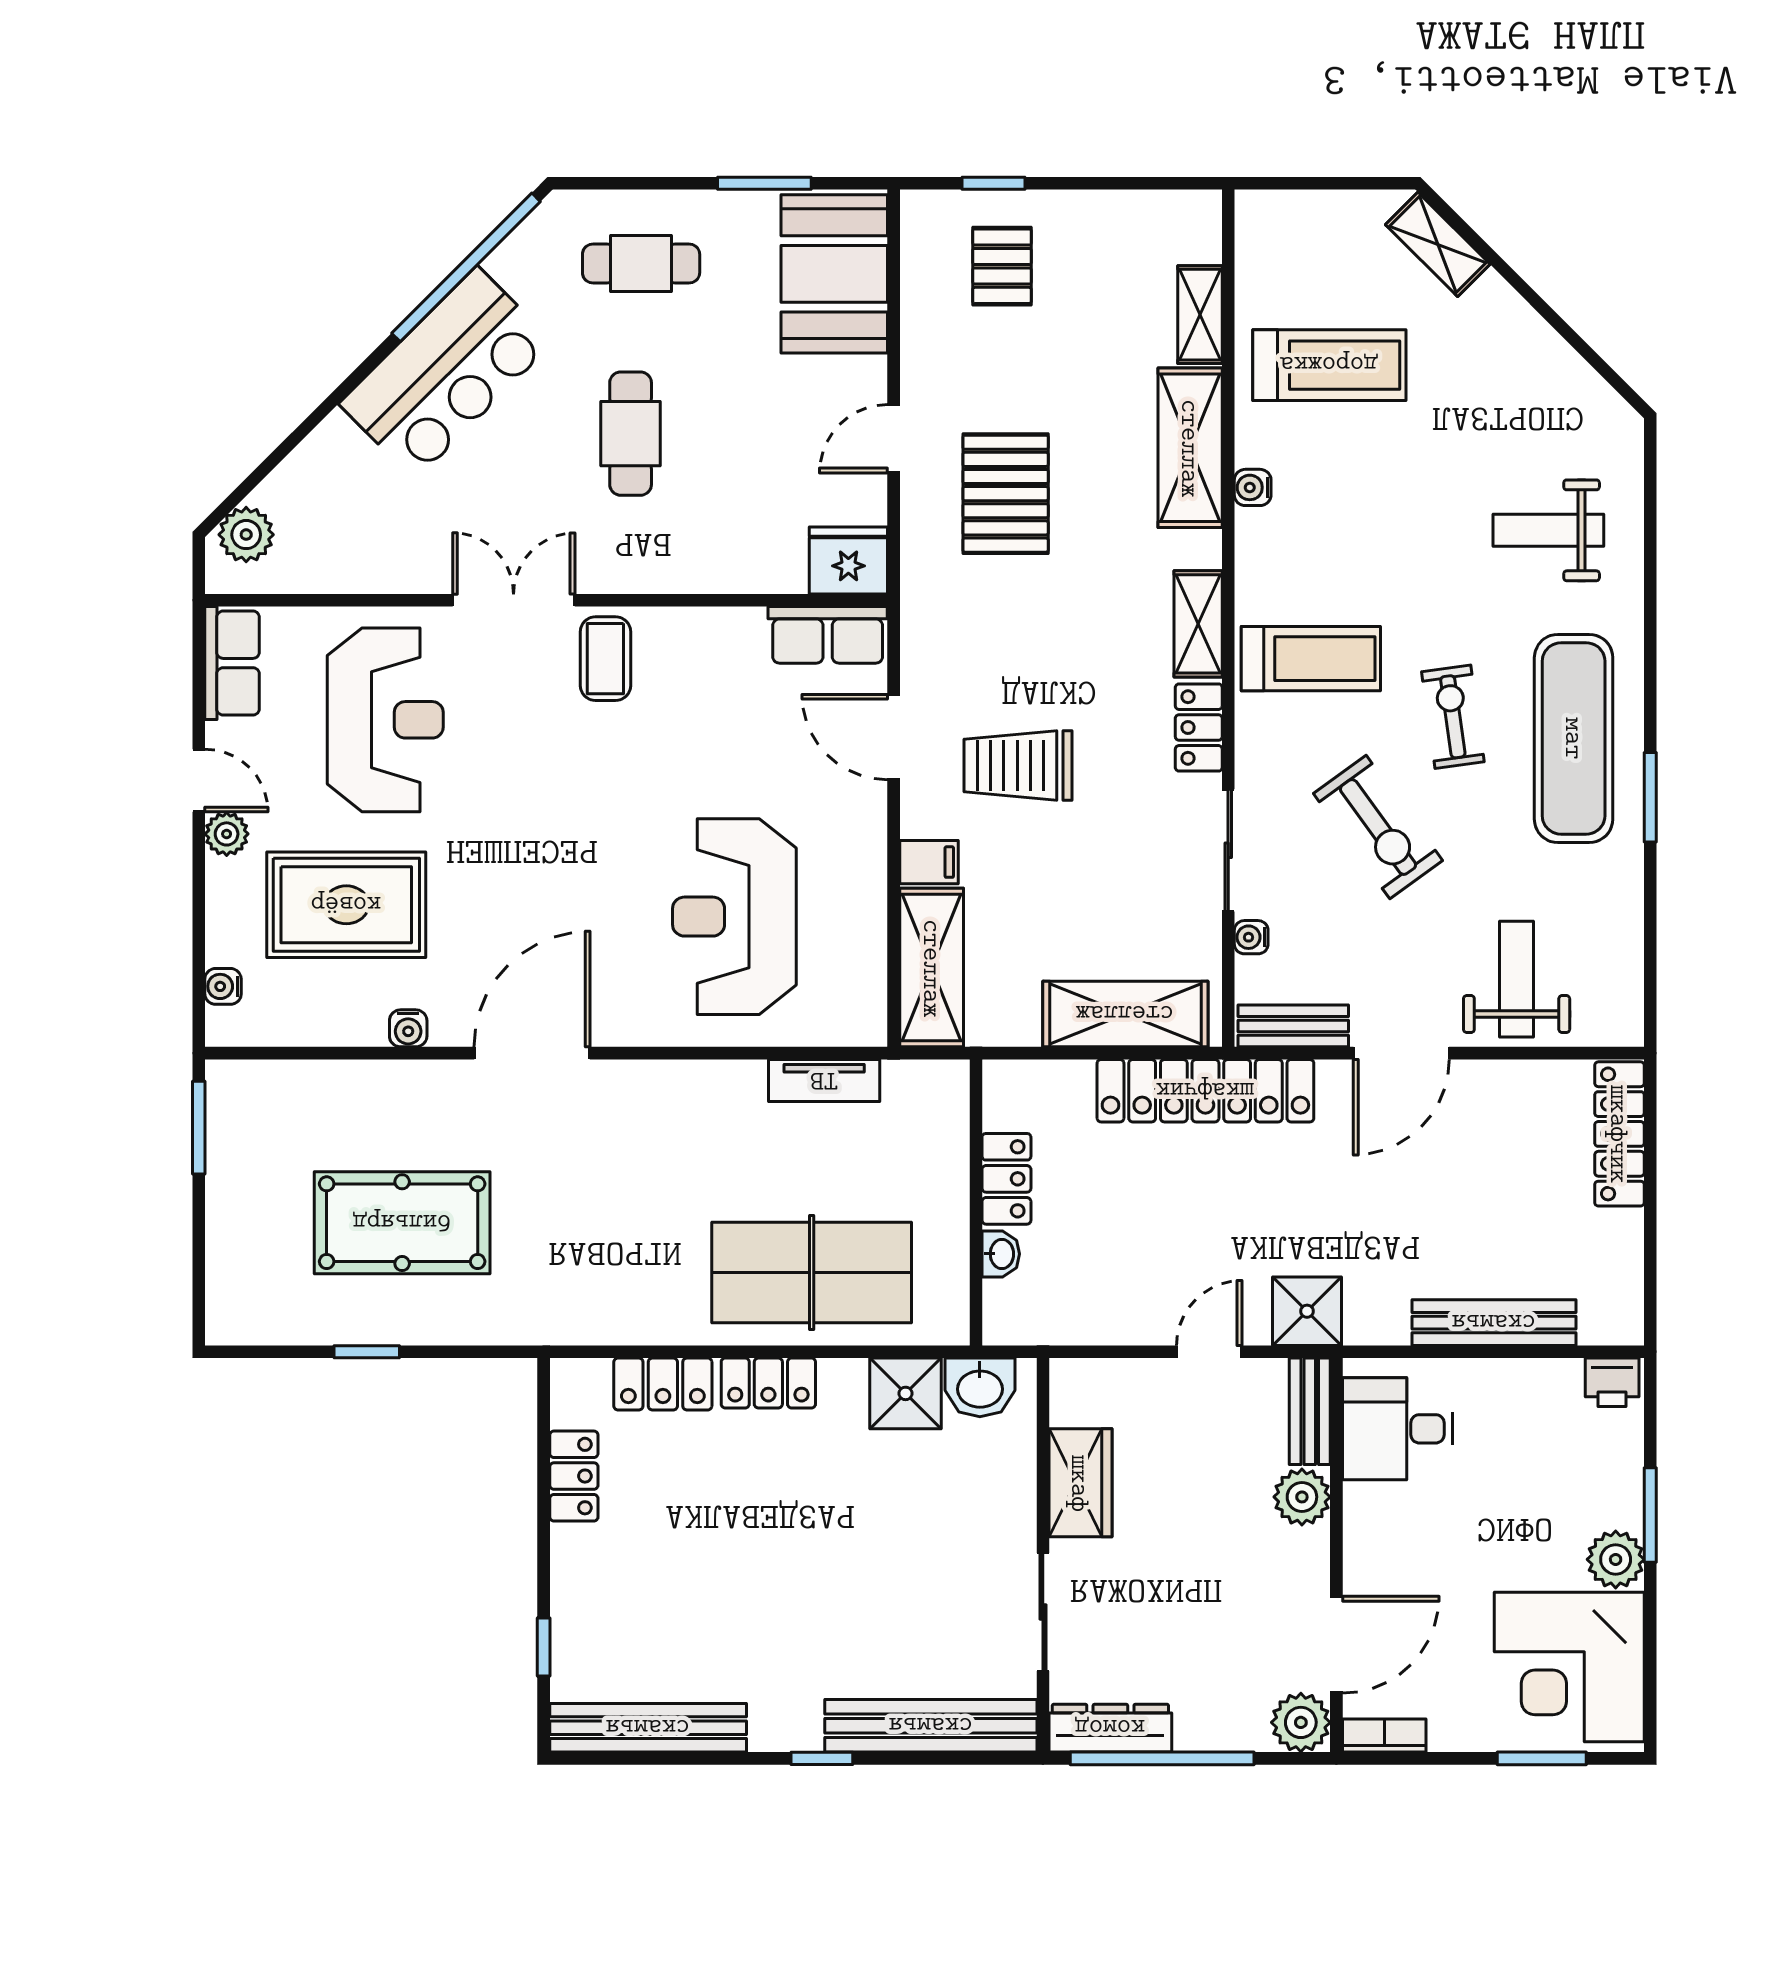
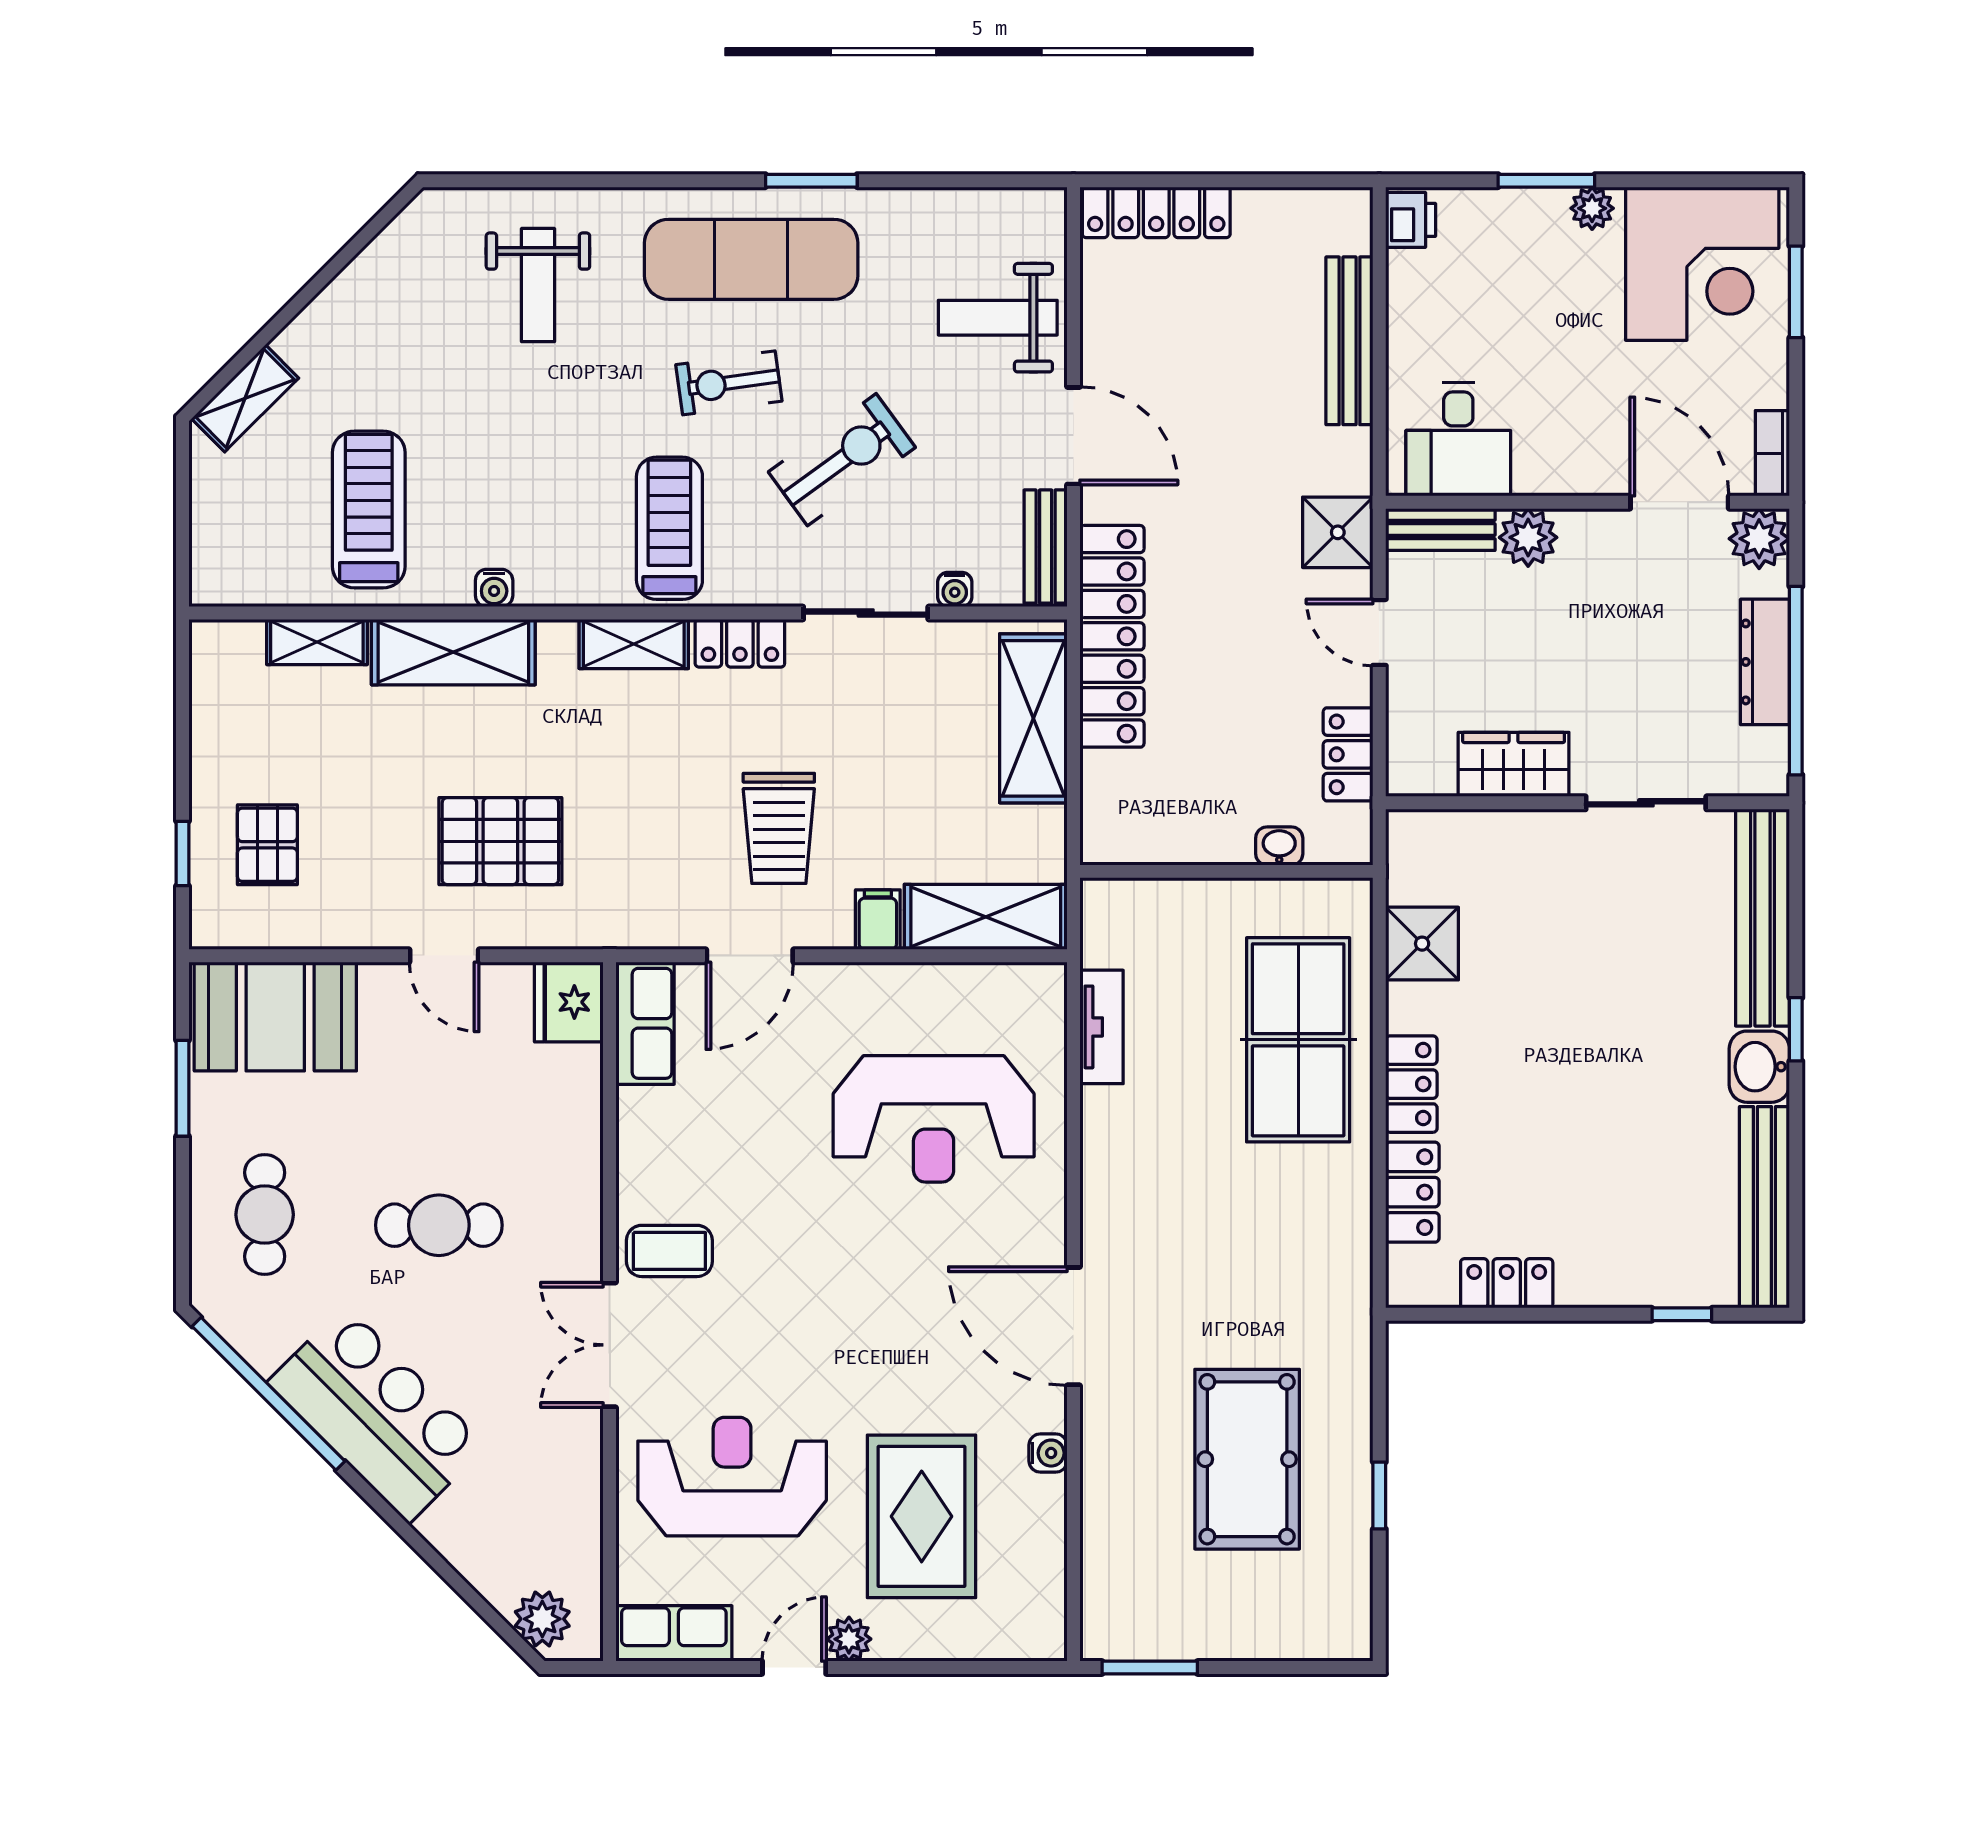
pallet: (1002, 266) -> (267, 845), turned 90
water cooler: (223, 986) -> (1005, 1643), removed
locker: (1006, 1179) -> (1348, 754), moved, turned -90
washbasin: (980, 1387) -> (1759, 1067), moved, turned 180
plant: (1616, 1559) -> (1592, 208), width x0.73, depth x0.73
dresser: (1110, 1728) -> (1765, 662), moved

